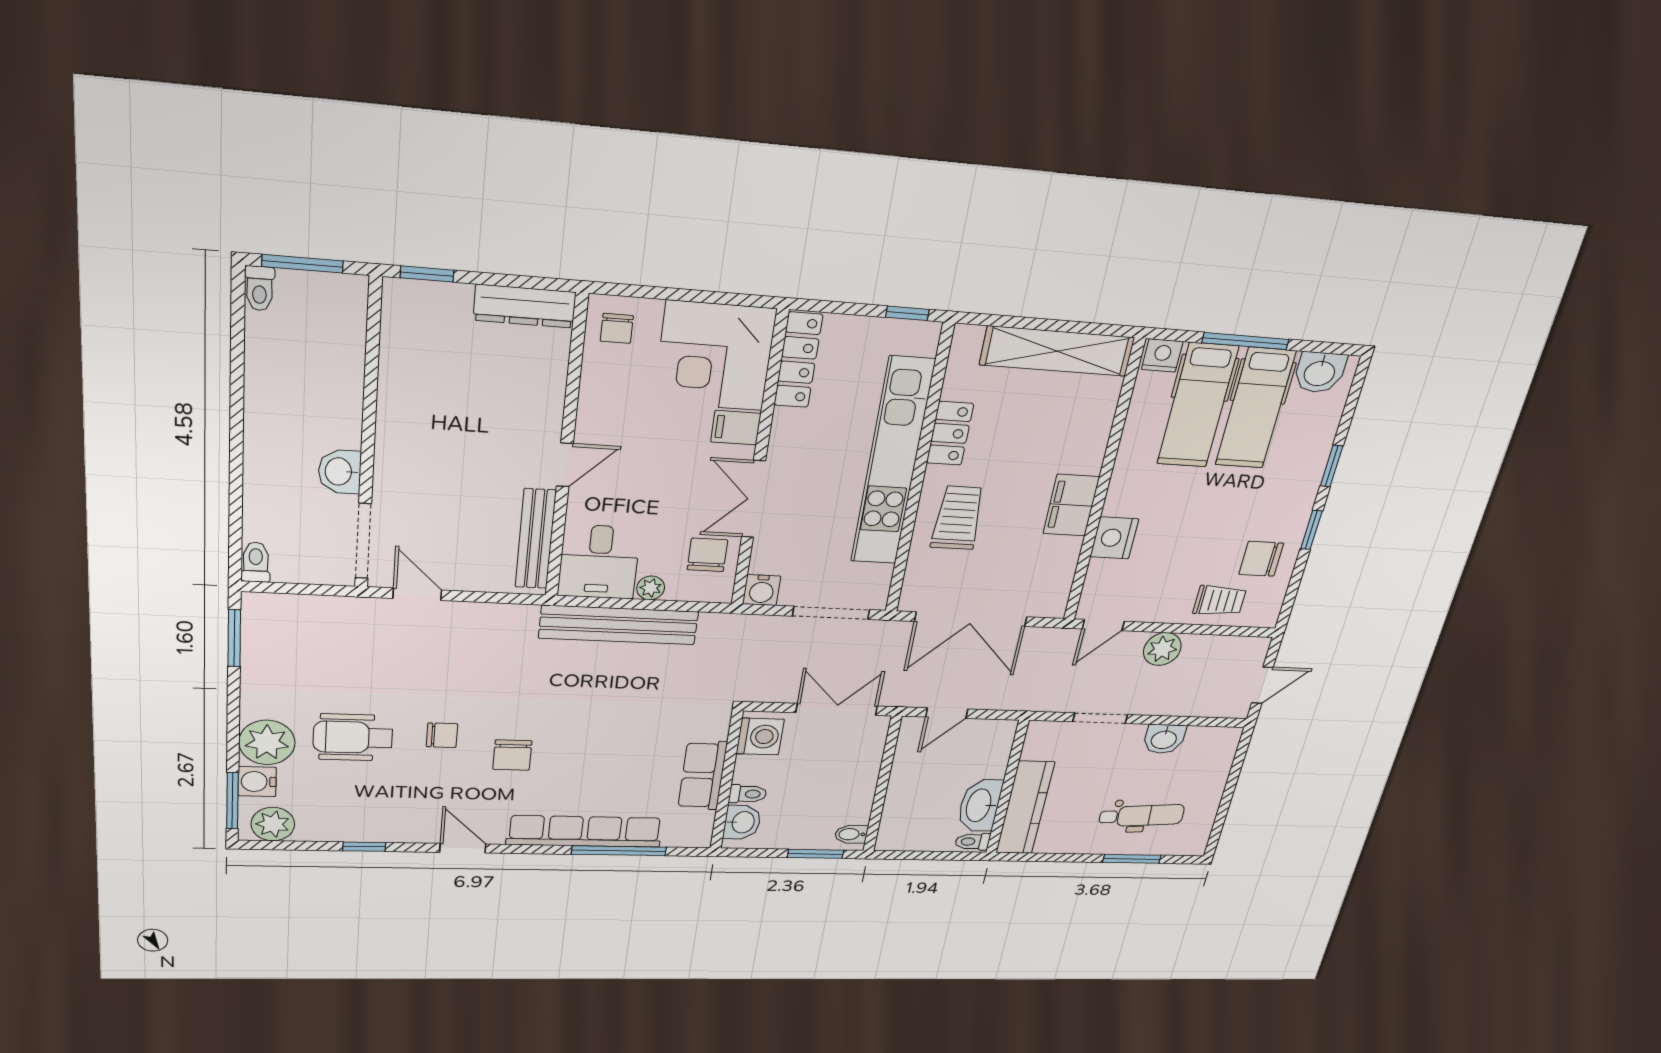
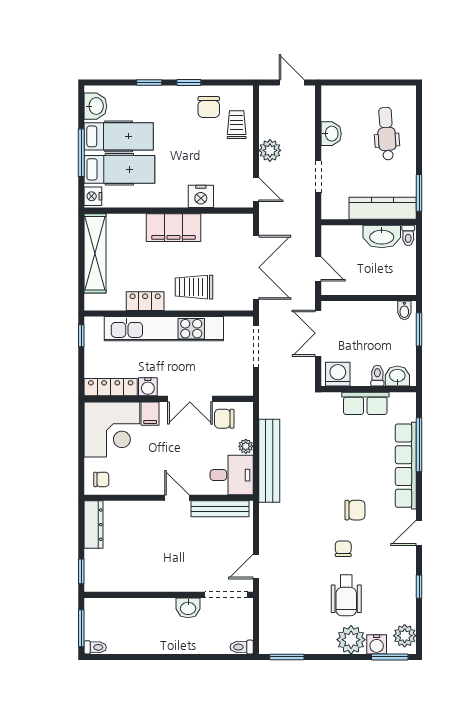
filing cabinet: (1071, 505) -> (173, 228), width x1.50, depth x1.17
water cooler: (762, 590) -> (148, 387), moved, turned 90
window: (1132, 859) -> (419, 193), moved

